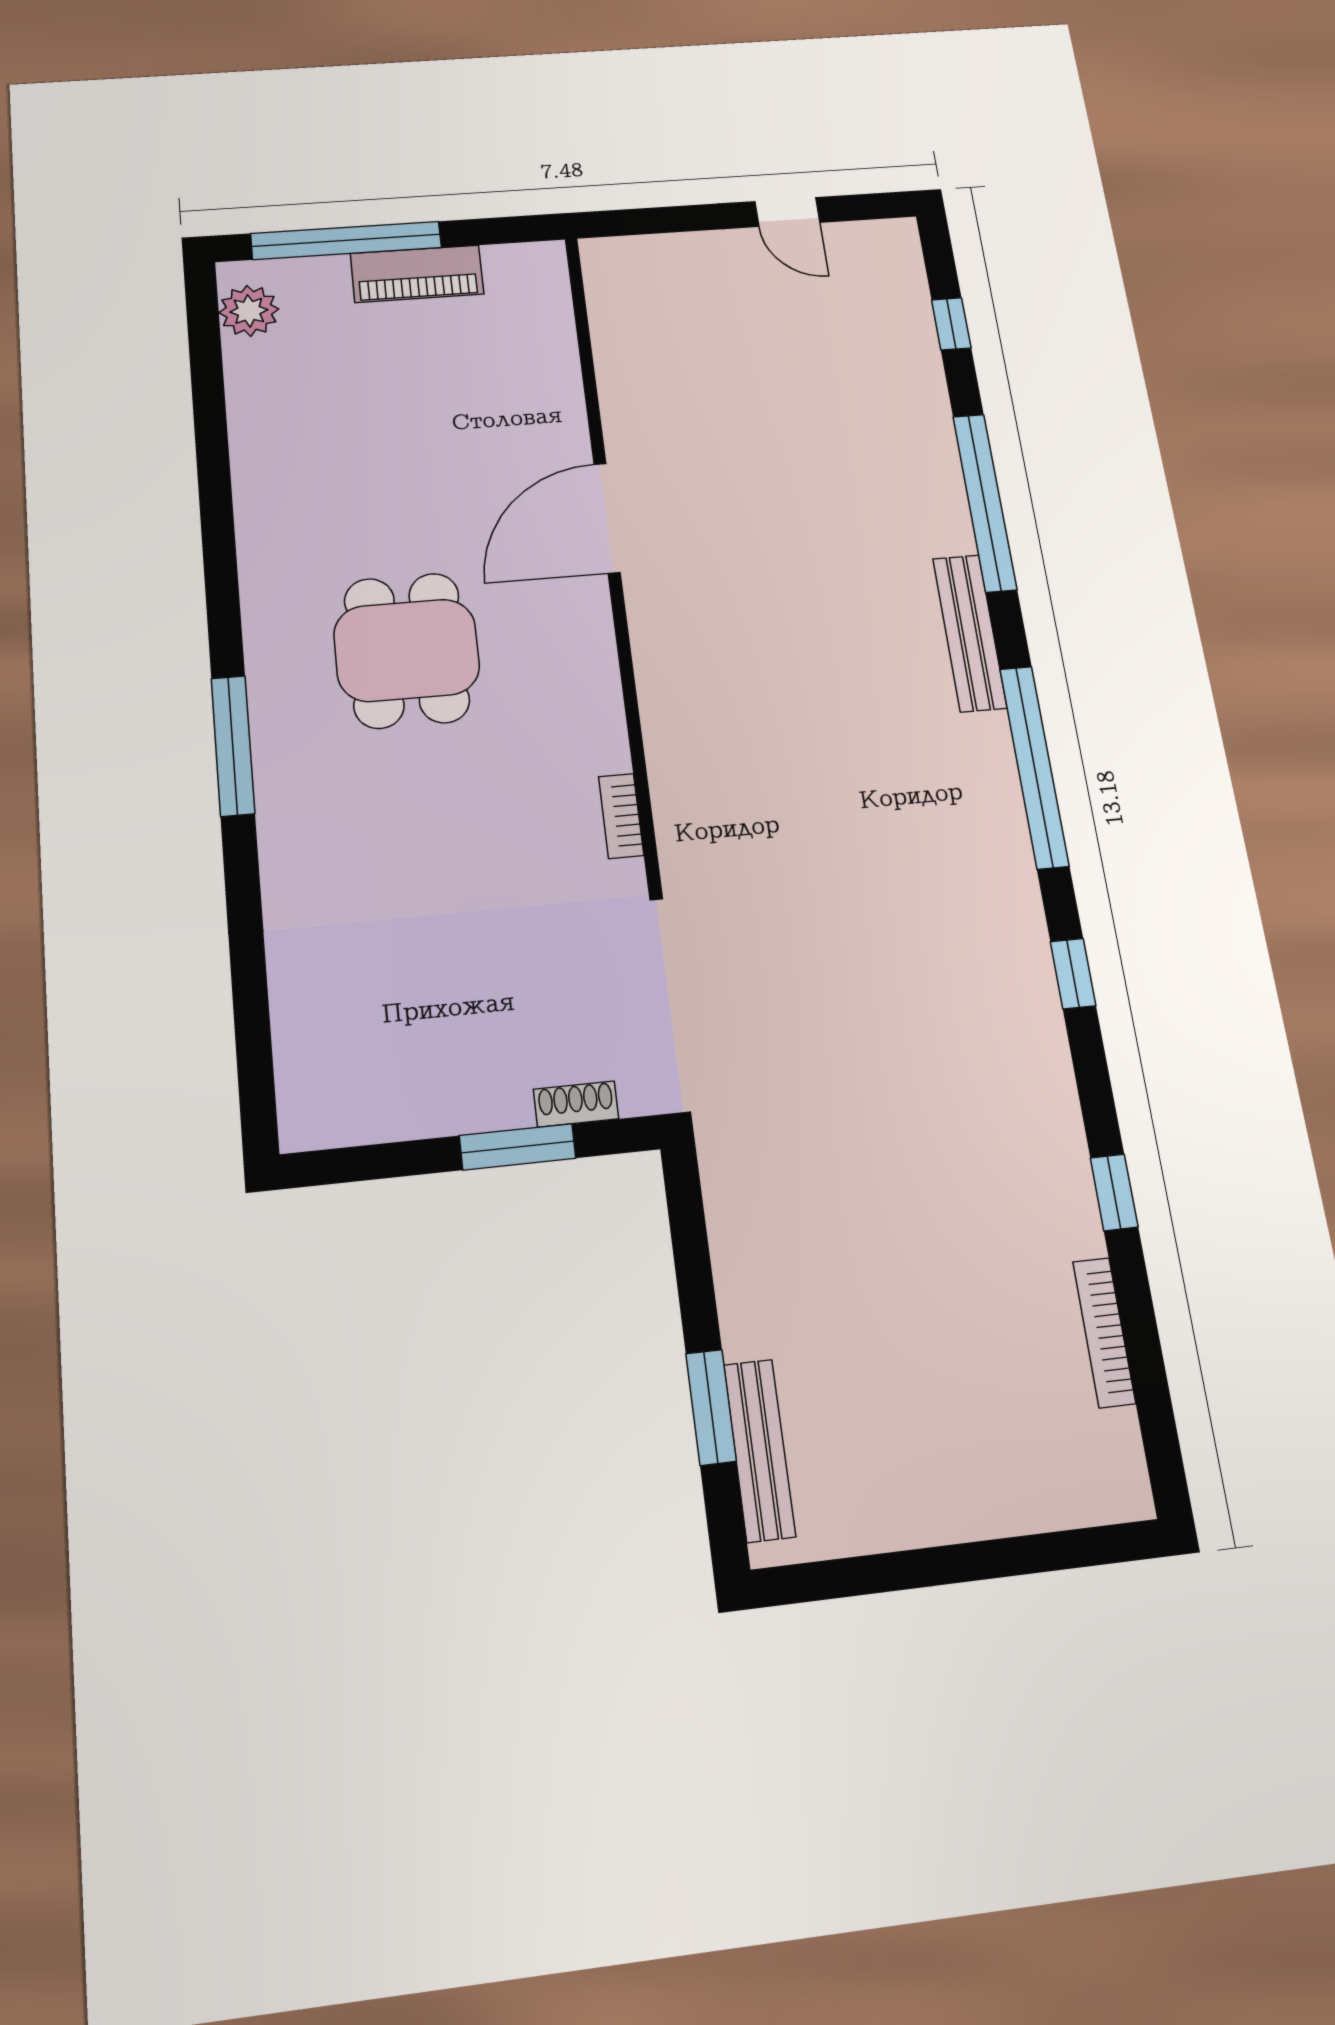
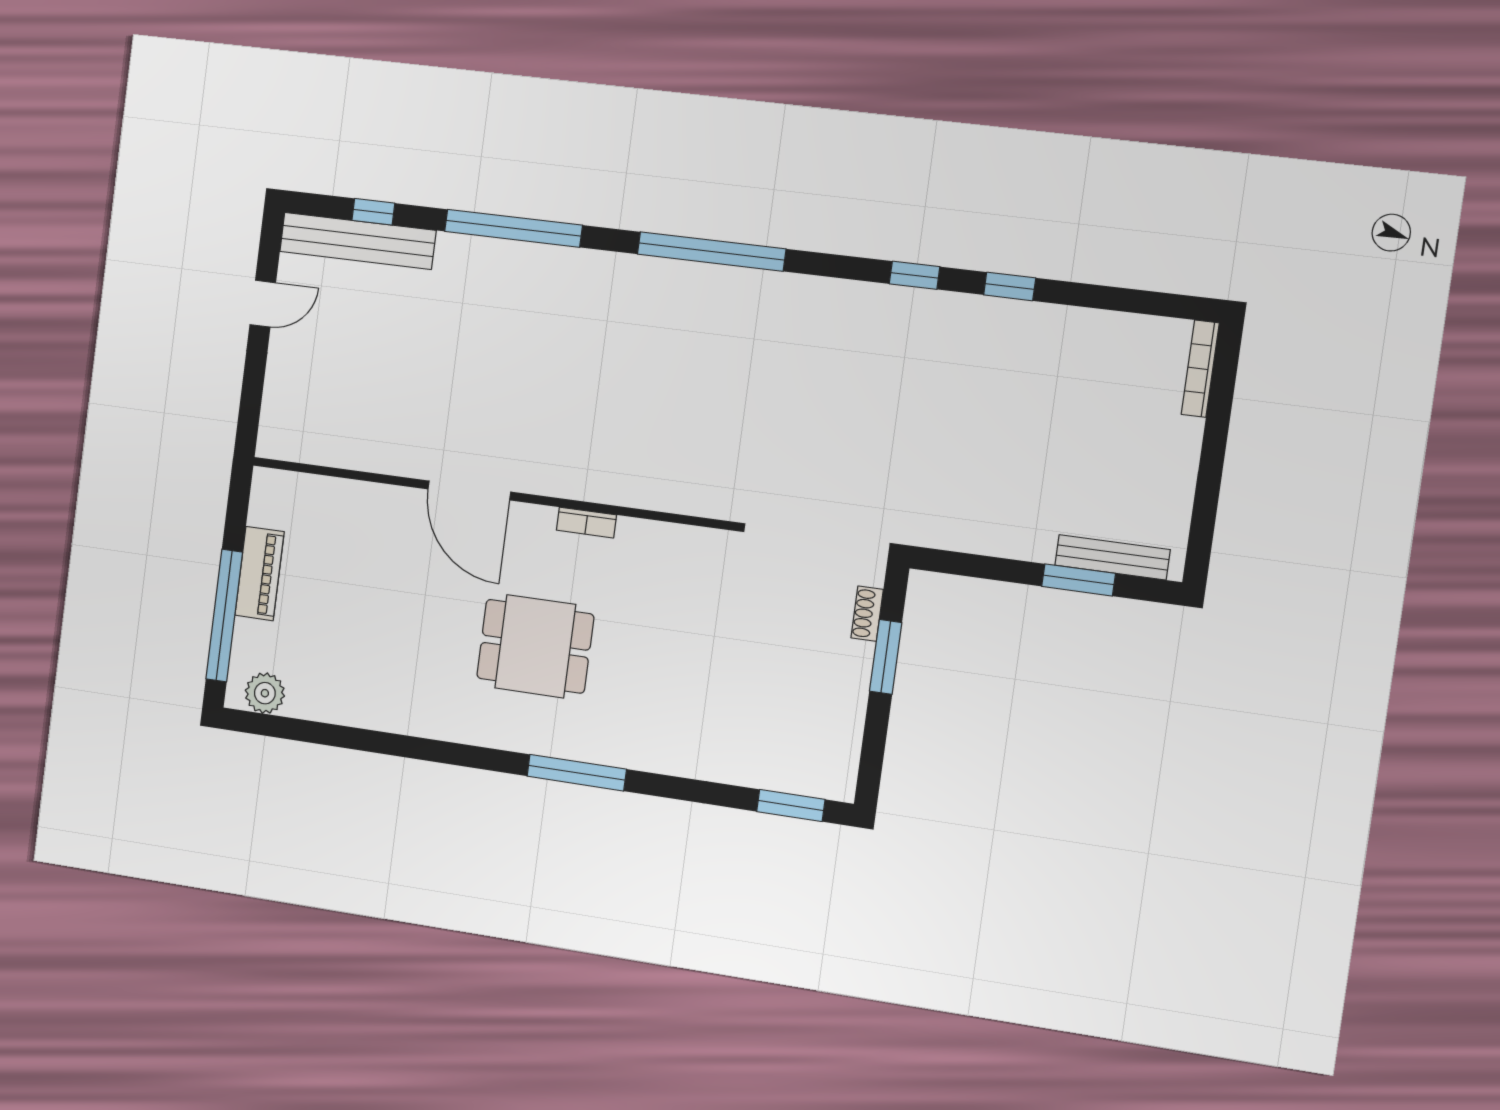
bench: (970, 633) -> (358, 241), moved, width x1.37, depth x1.21
bookcase: (621, 816) -> (586, 523), moved
window: (1073, 974) -> (915, 275), moved
window: (255, 1061) -> (791, 805), added
bookcase: (1104, 1332) -> (1200, 369), moved, turned 90

